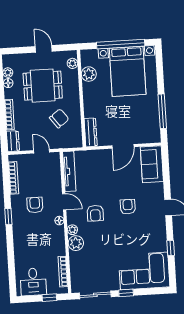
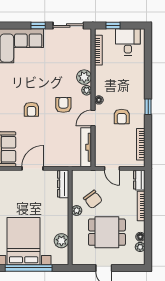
plant: (72, 63) -> (77, 210), moved
chair: (59, 118) -> (93, 199), turned -90
door: (64, 202) -> (93, 118), hinge flipped

